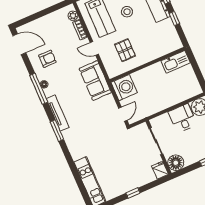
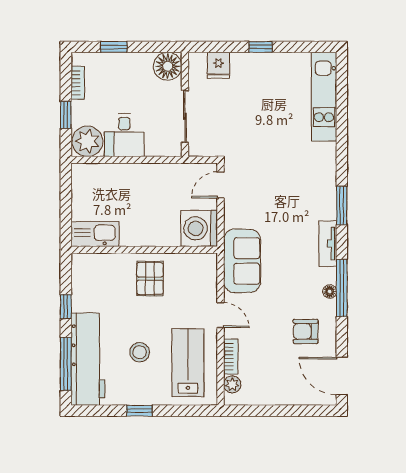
pallet: (125, 50) -> (150, 279), moved
tv unit: (58, 113) -> (328, 244), width x0.71
fridge: (160, 170) -> (218, 65), moved

